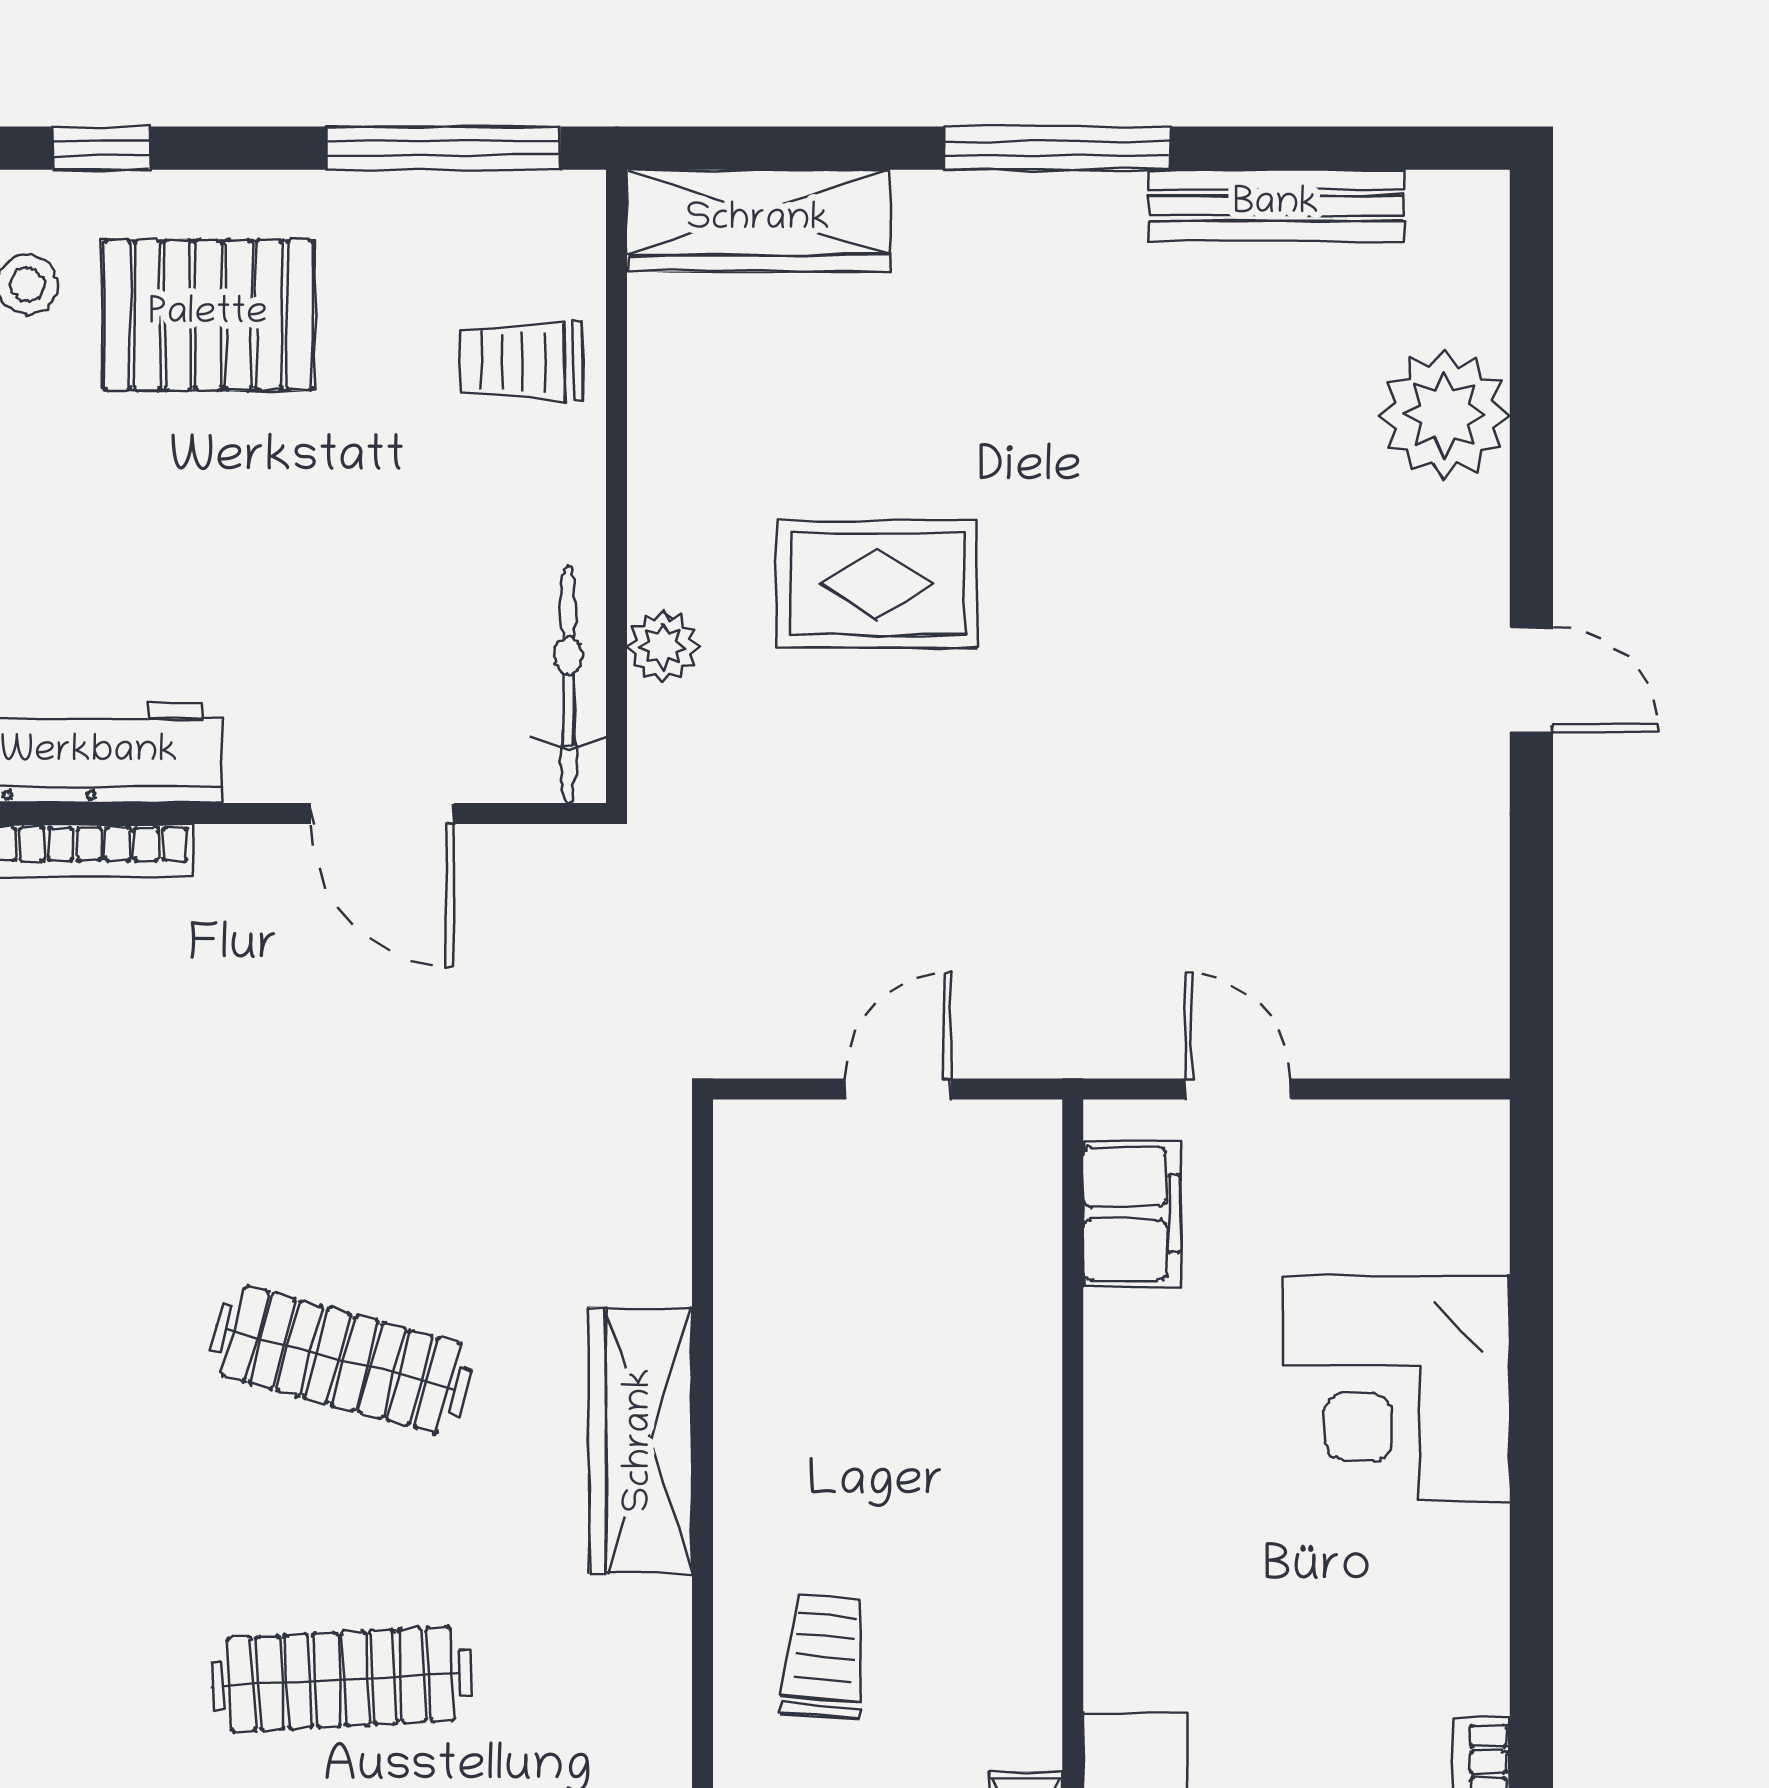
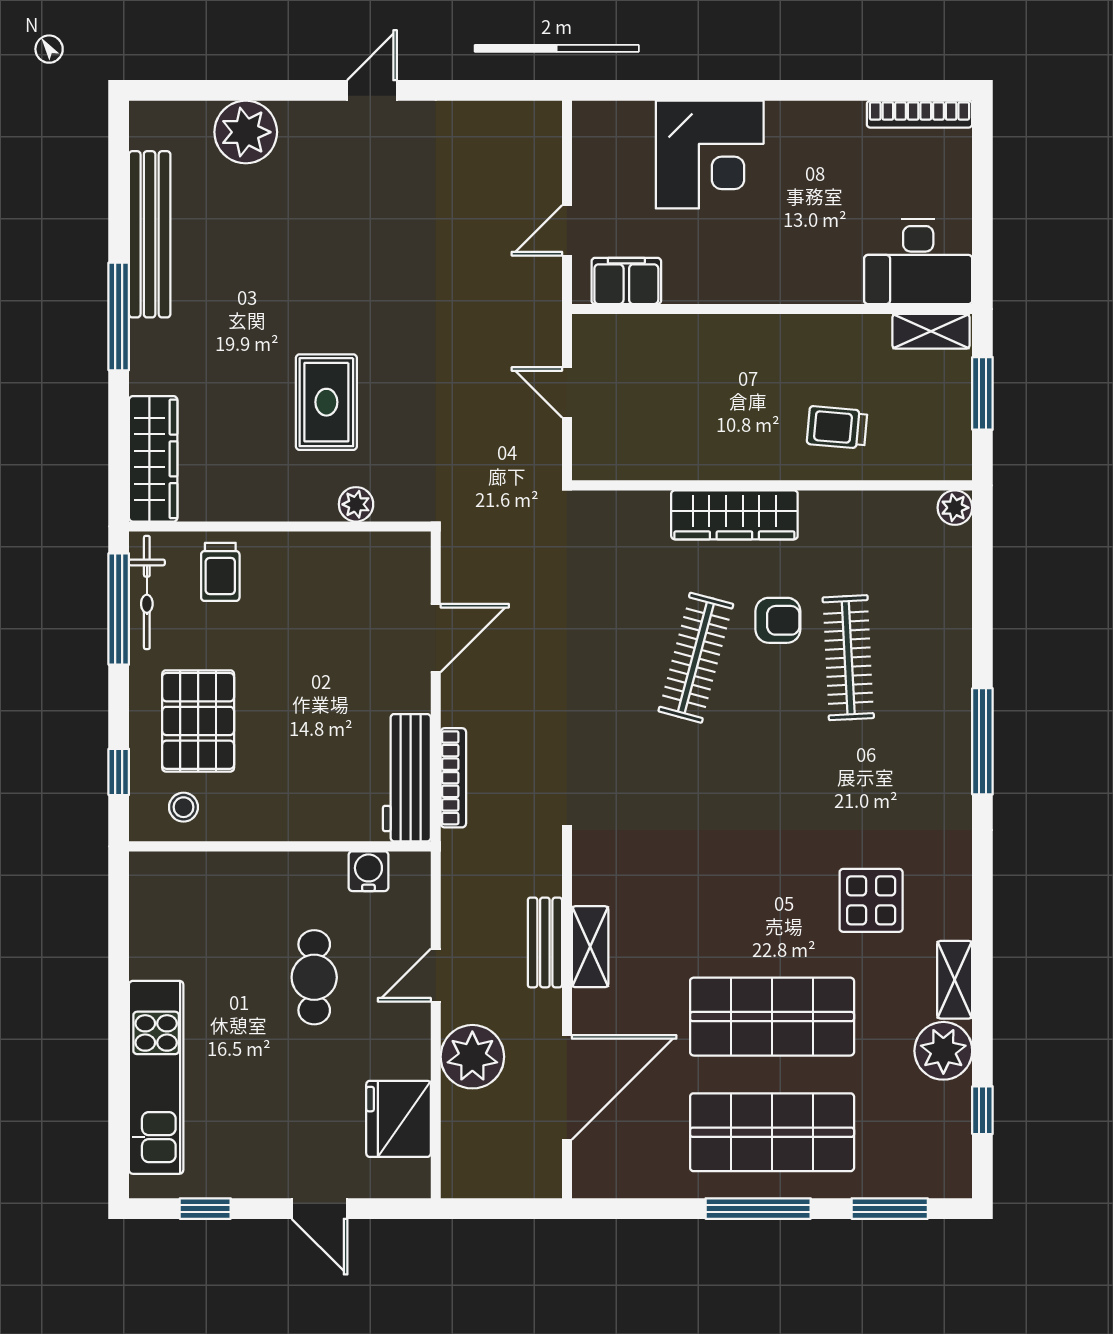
bench: (1276, 205) -> (150, 234), width x1.37, depth x1.21
bicycle: (569, 684) -> (147, 592), moved, turned -90
armchair: (419, 1532) -> (778, 620), added

